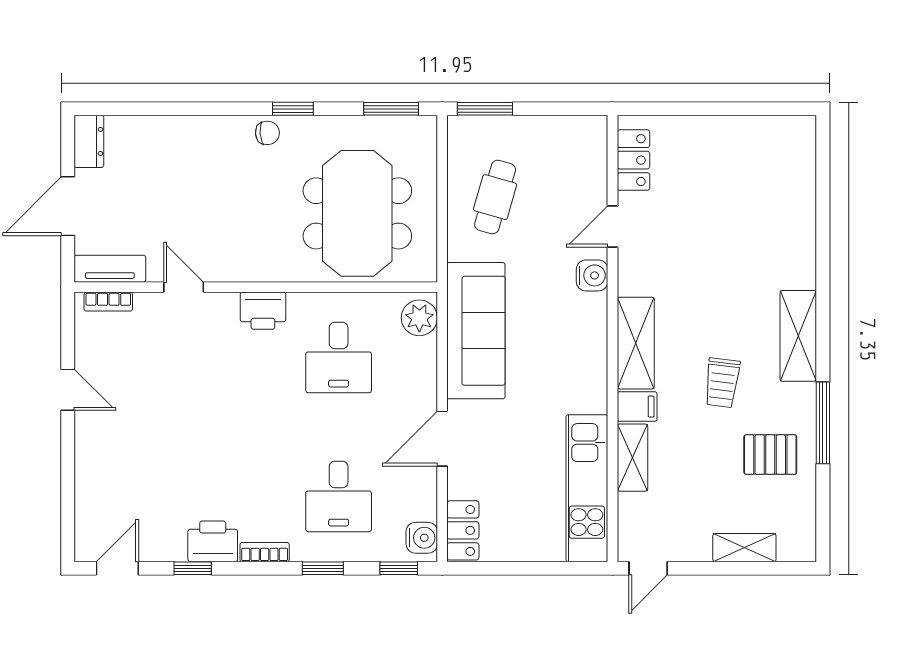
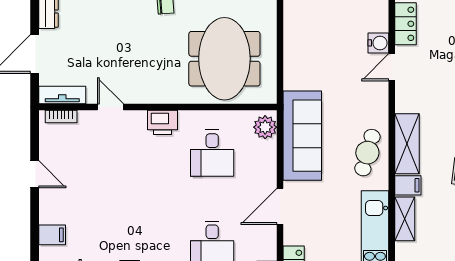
cafe table: (495, 197) -> (367, 153), moved
water cooler: (592, 275) -> (378, 43), moved
filing cabinet: (94, 482) -> (52, 235), added

